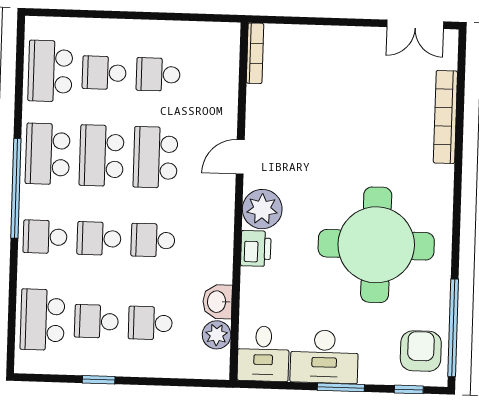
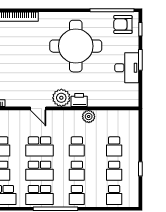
washbasin: (217, 302) -> (104, 117), removed
school desk: (42, 320) -> (114, 195), width x0.54
plant: (217, 335) -> (89, 116), moved
desk: (263, 354) -> (126, 95), removed

